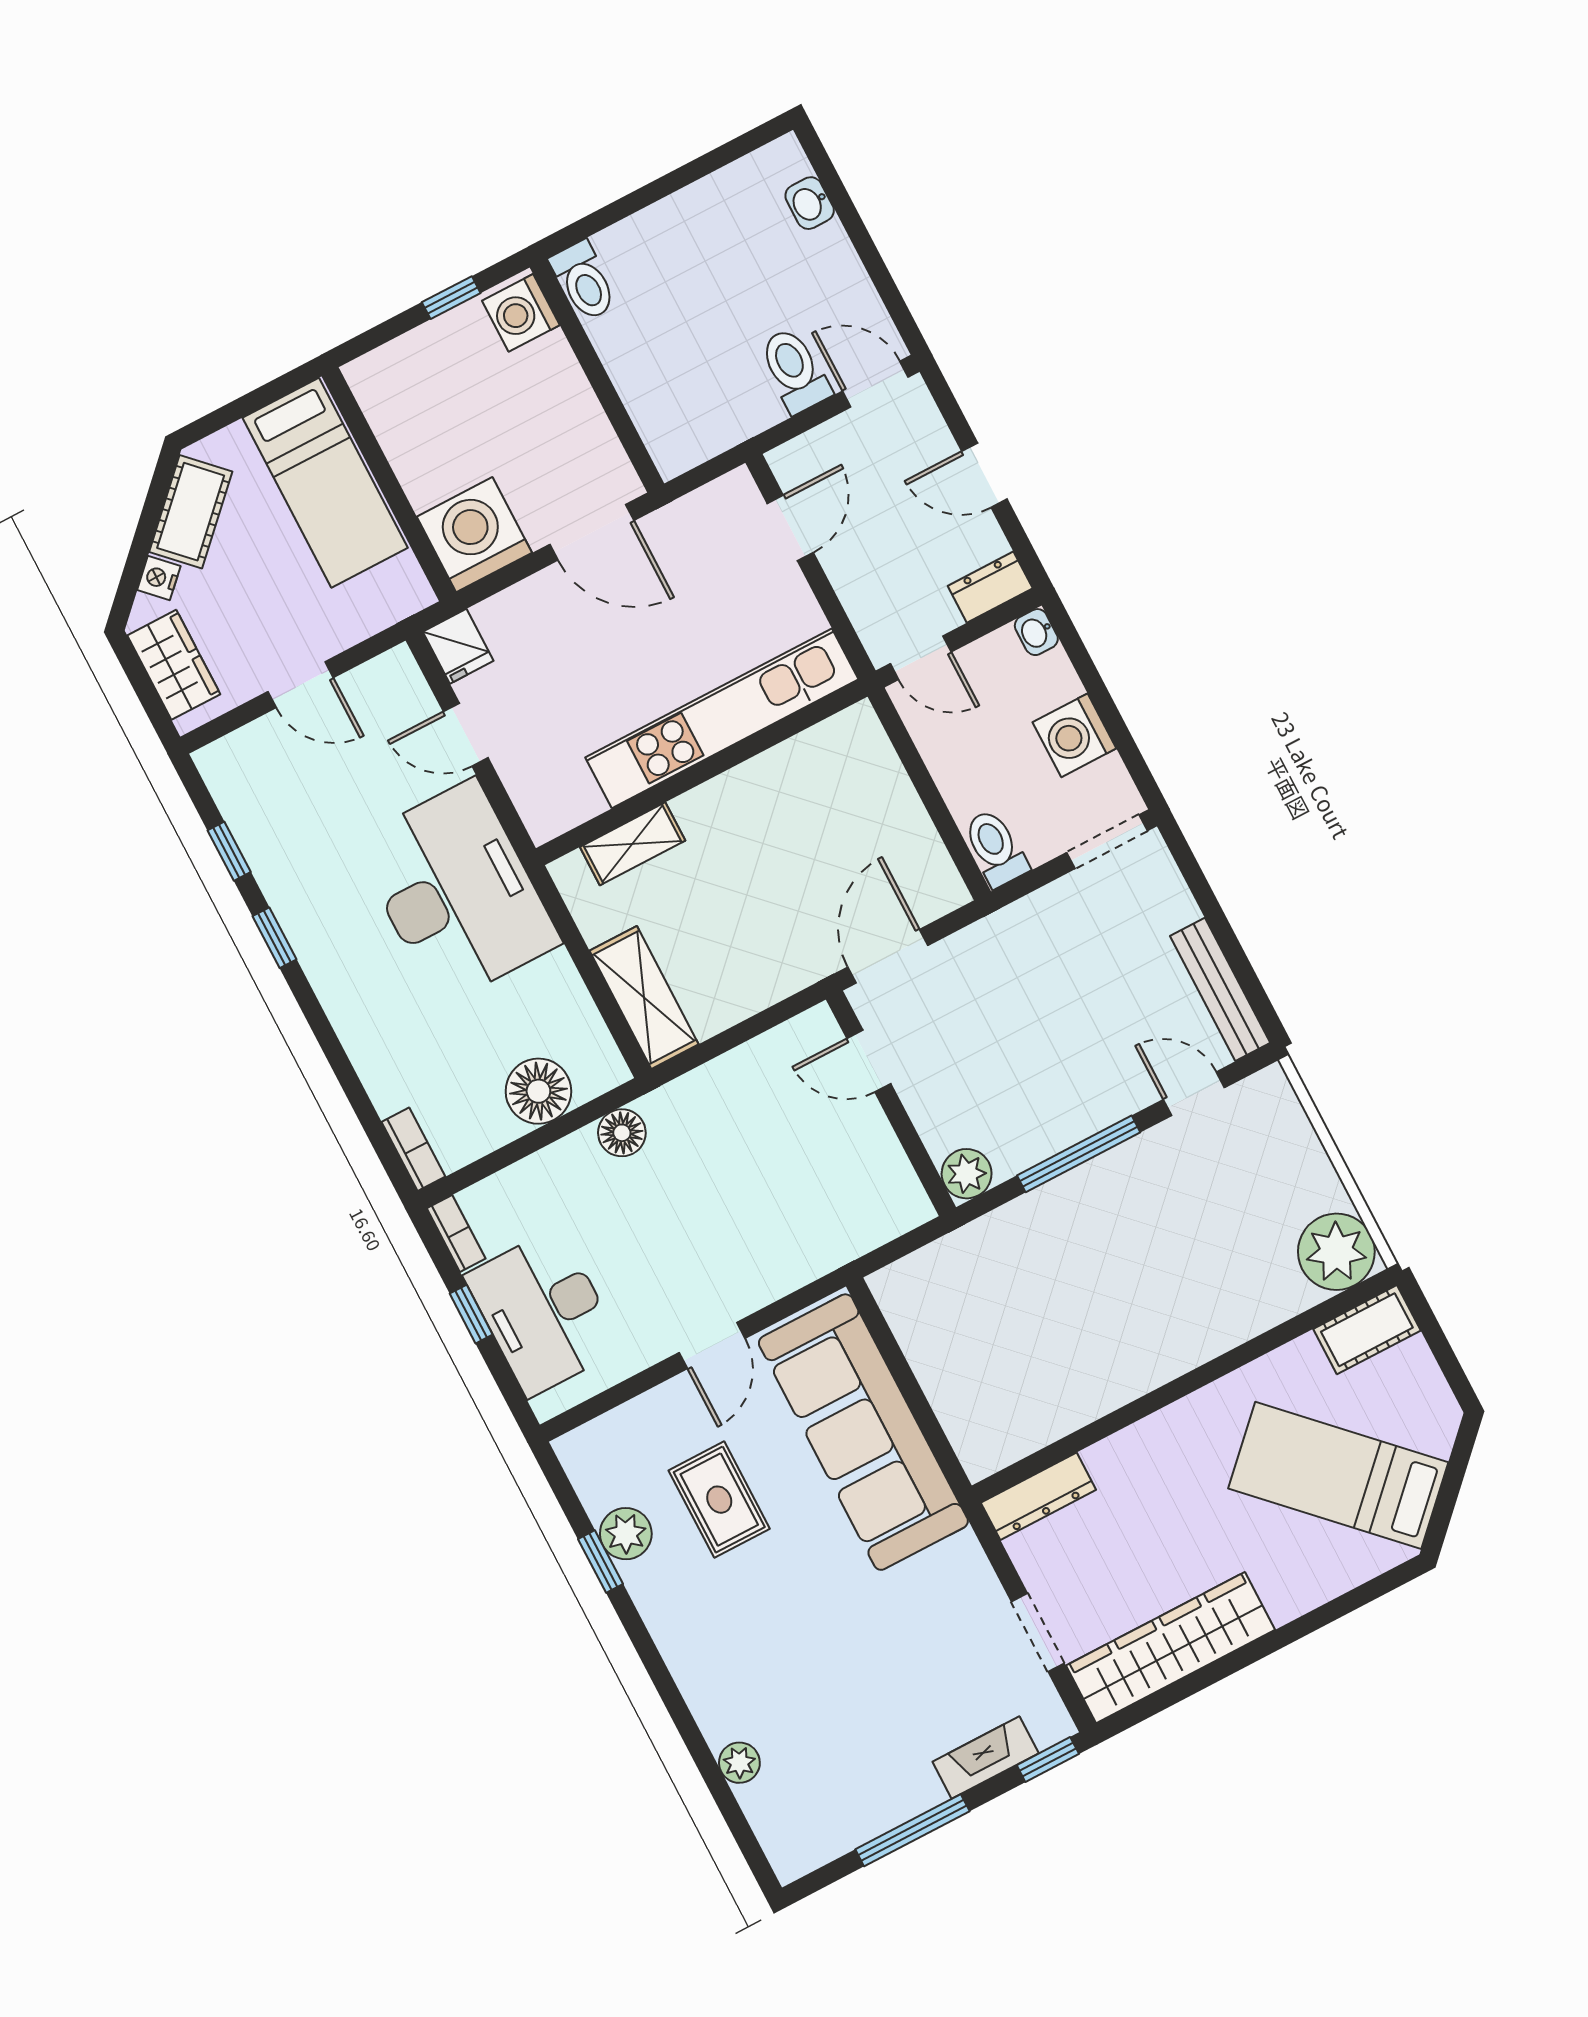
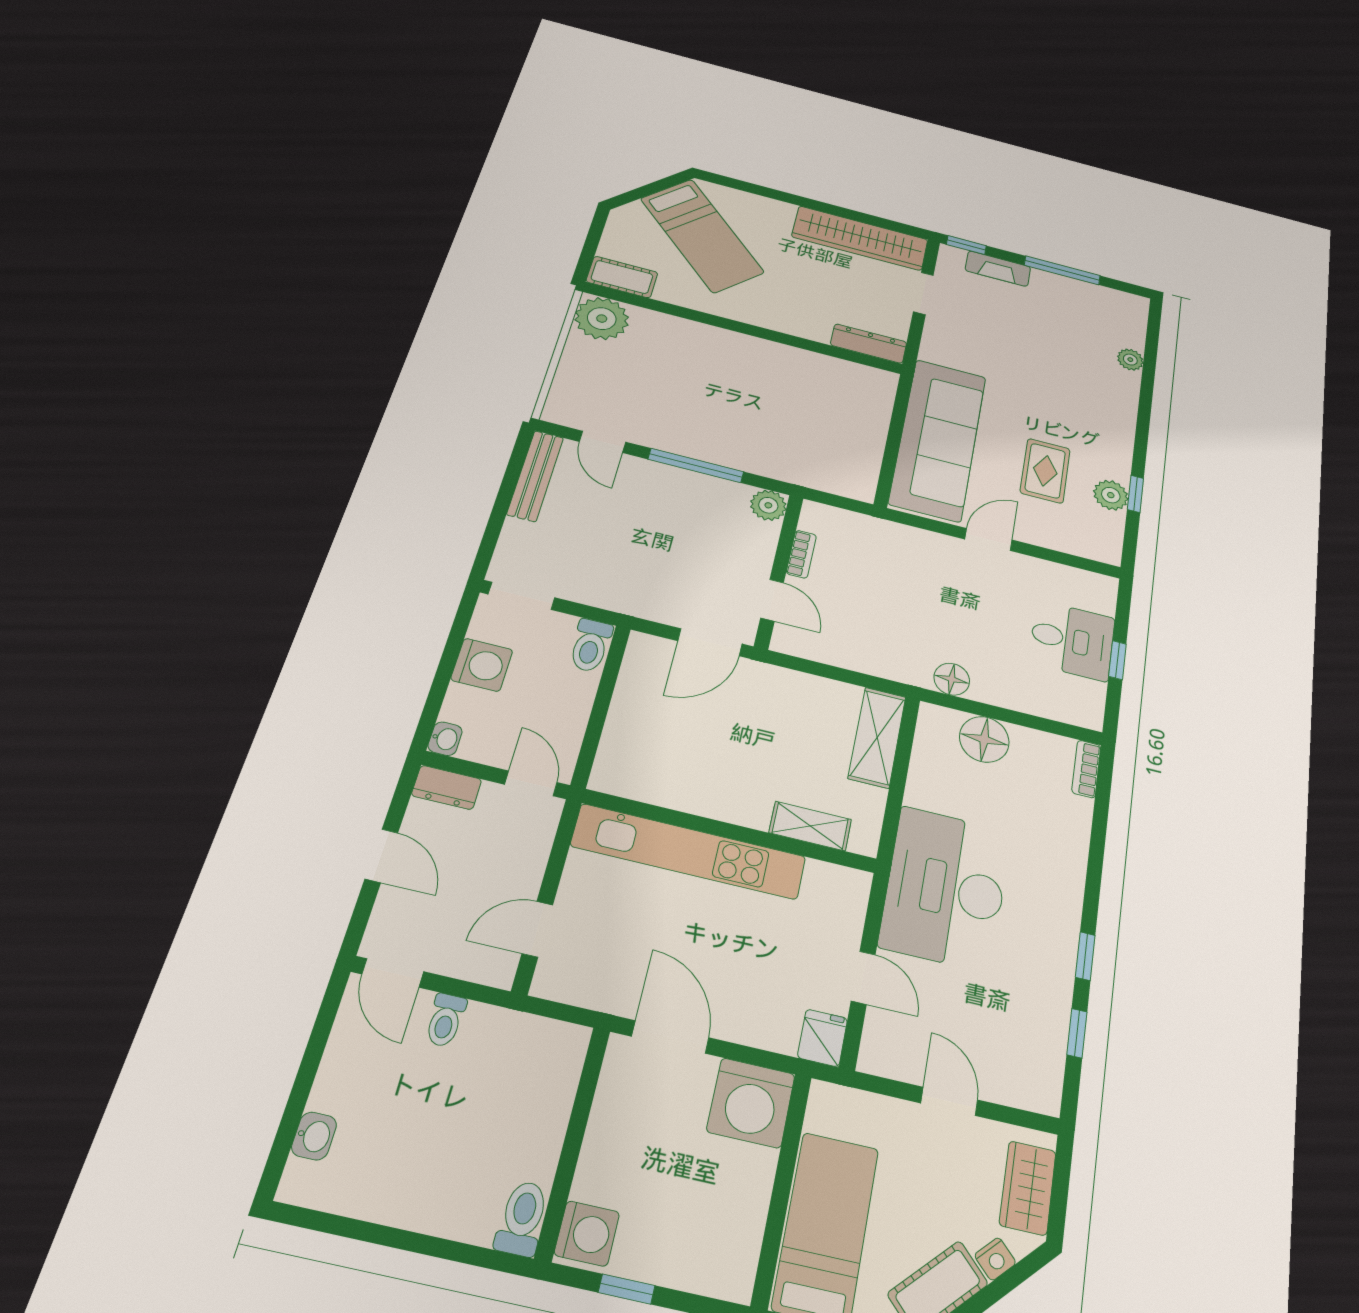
toilet: (795, 370) -> (446, 1020), width x0.73, depth x0.72
bookcase: (456, 1233) -> (801, 554), moved, turned 180
desk: (543, 1312) -> (1072, 640), width x0.73

